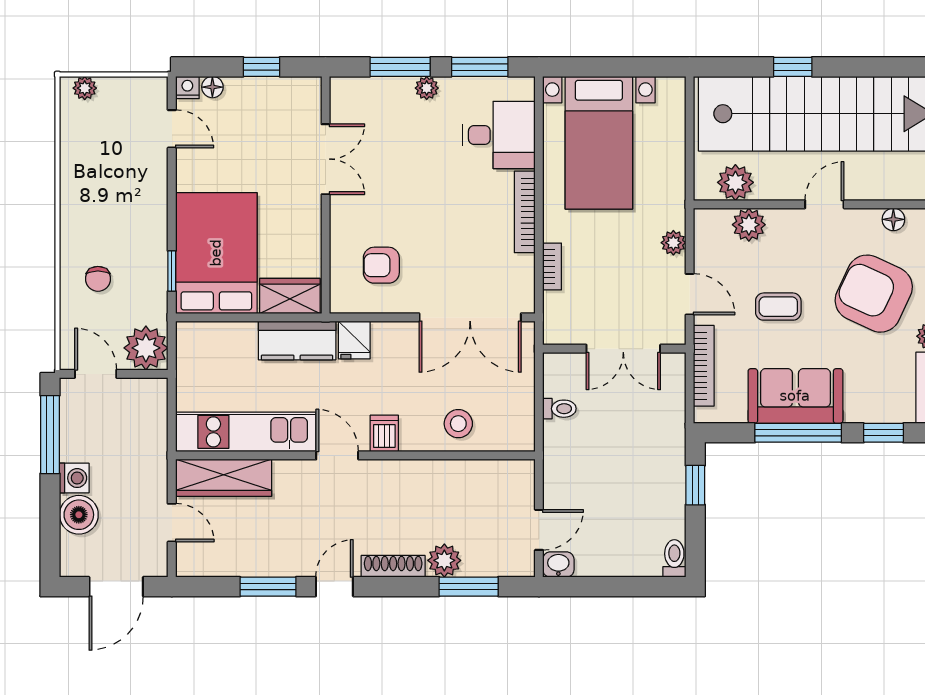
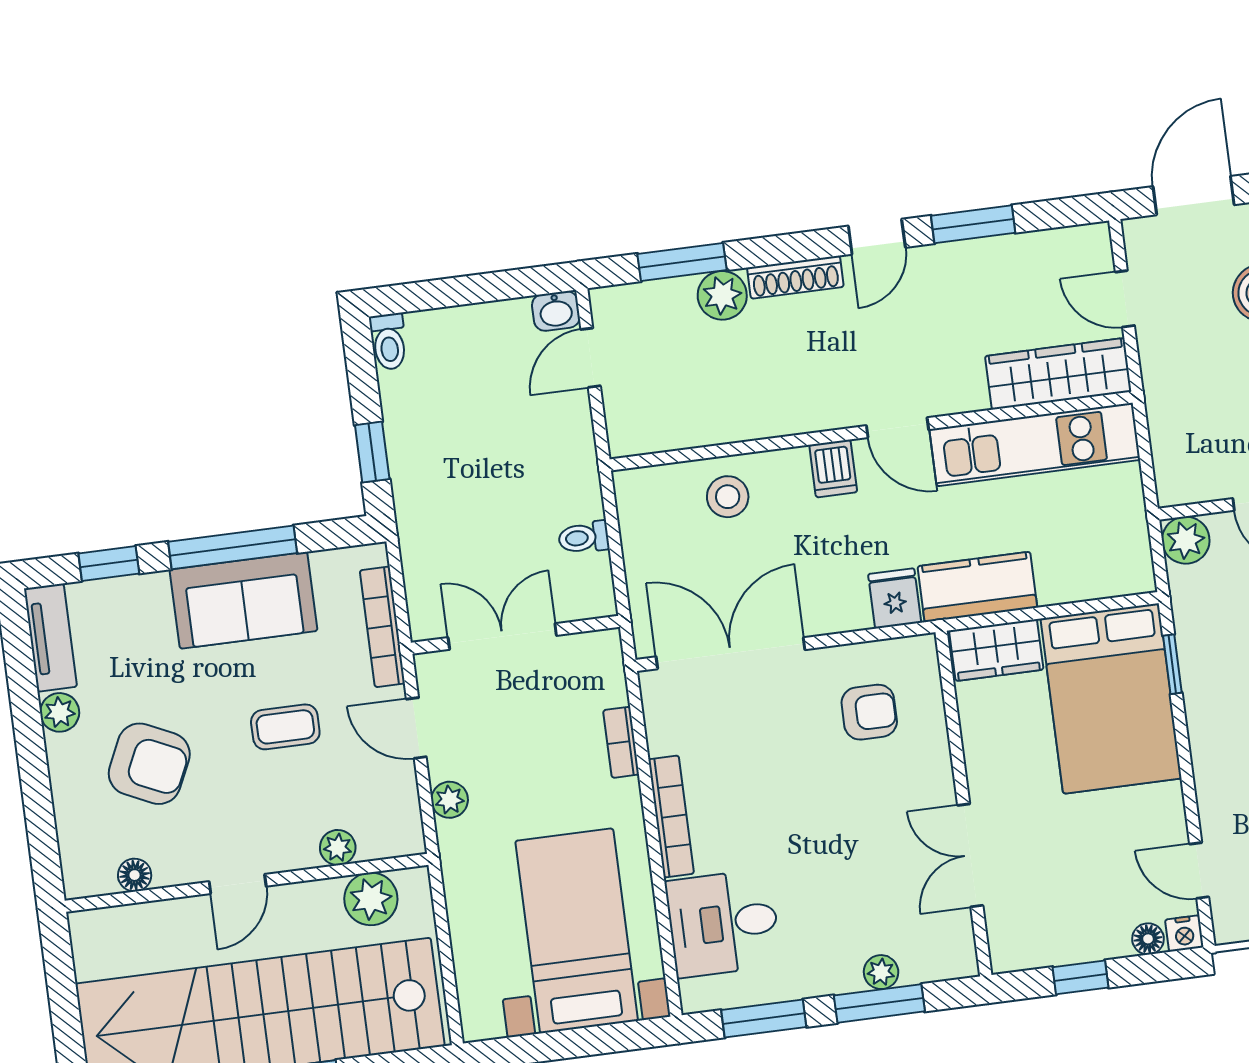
plant: (427, 88) -> (881, 972), moved
plant: (749, 225) -> (338, 848), width x0.73, depth x0.73
armchair: (874, 294) -> (149, 764), width x0.73, depth x0.73
plant: (146, 348) -> (1186, 540), width x0.73, depth x0.73

